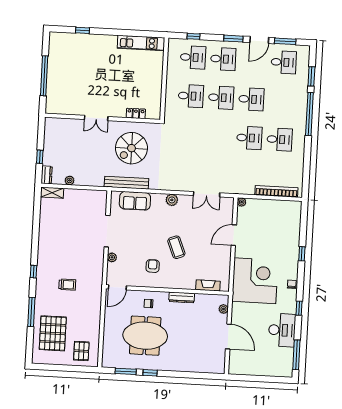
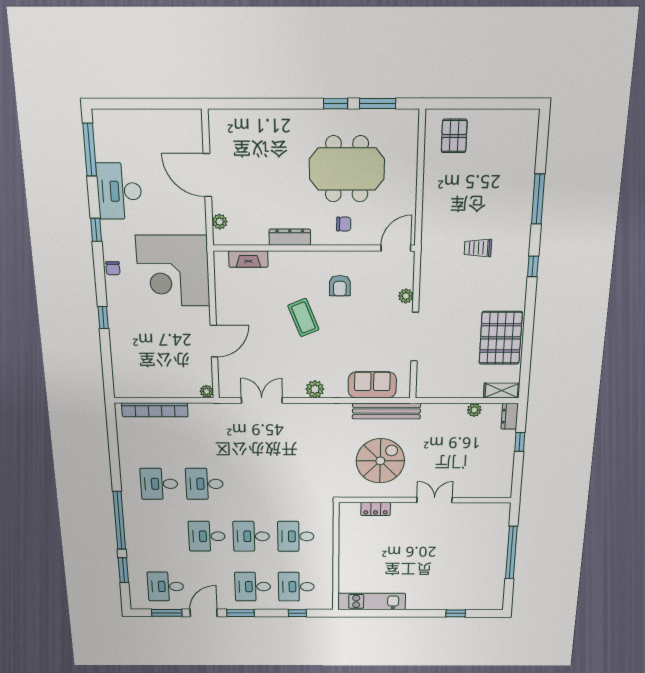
pallet: (53, 333) -> (501, 338), moved

